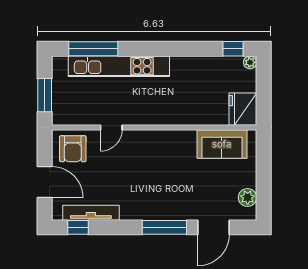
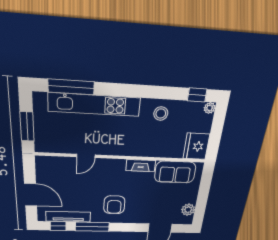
stool: (195, 72) -> (161, 114), added
fireplace: (178, 137) -> (141, 166), added
armchair: (73, 149) -> (114, 205), moved
window: (164, 227) -> (92, 227), moved

